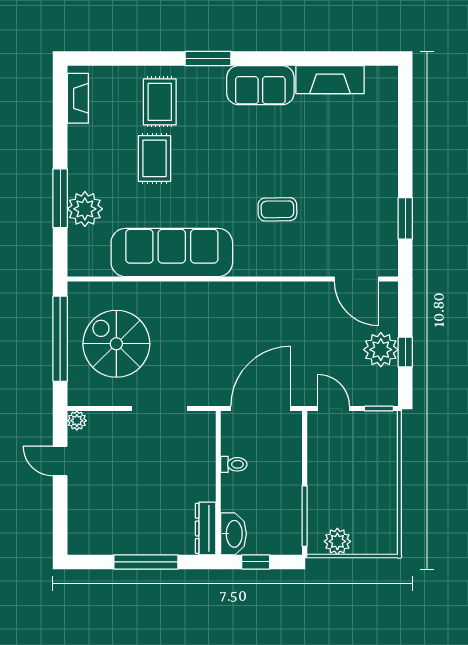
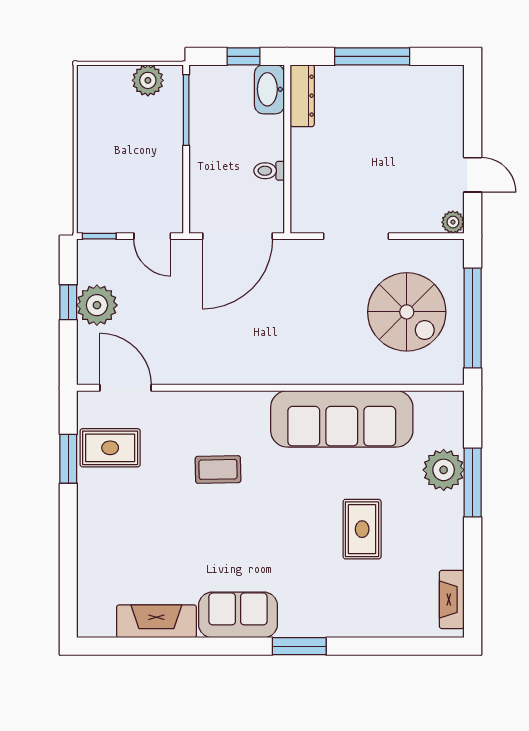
rug: (160, 102) -> (110, 448), moved, turned 90

